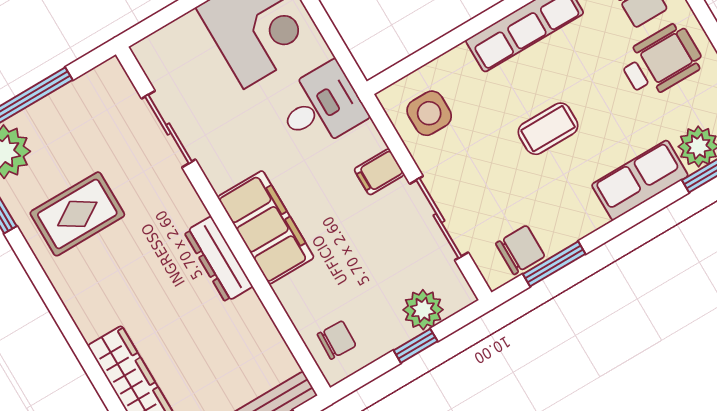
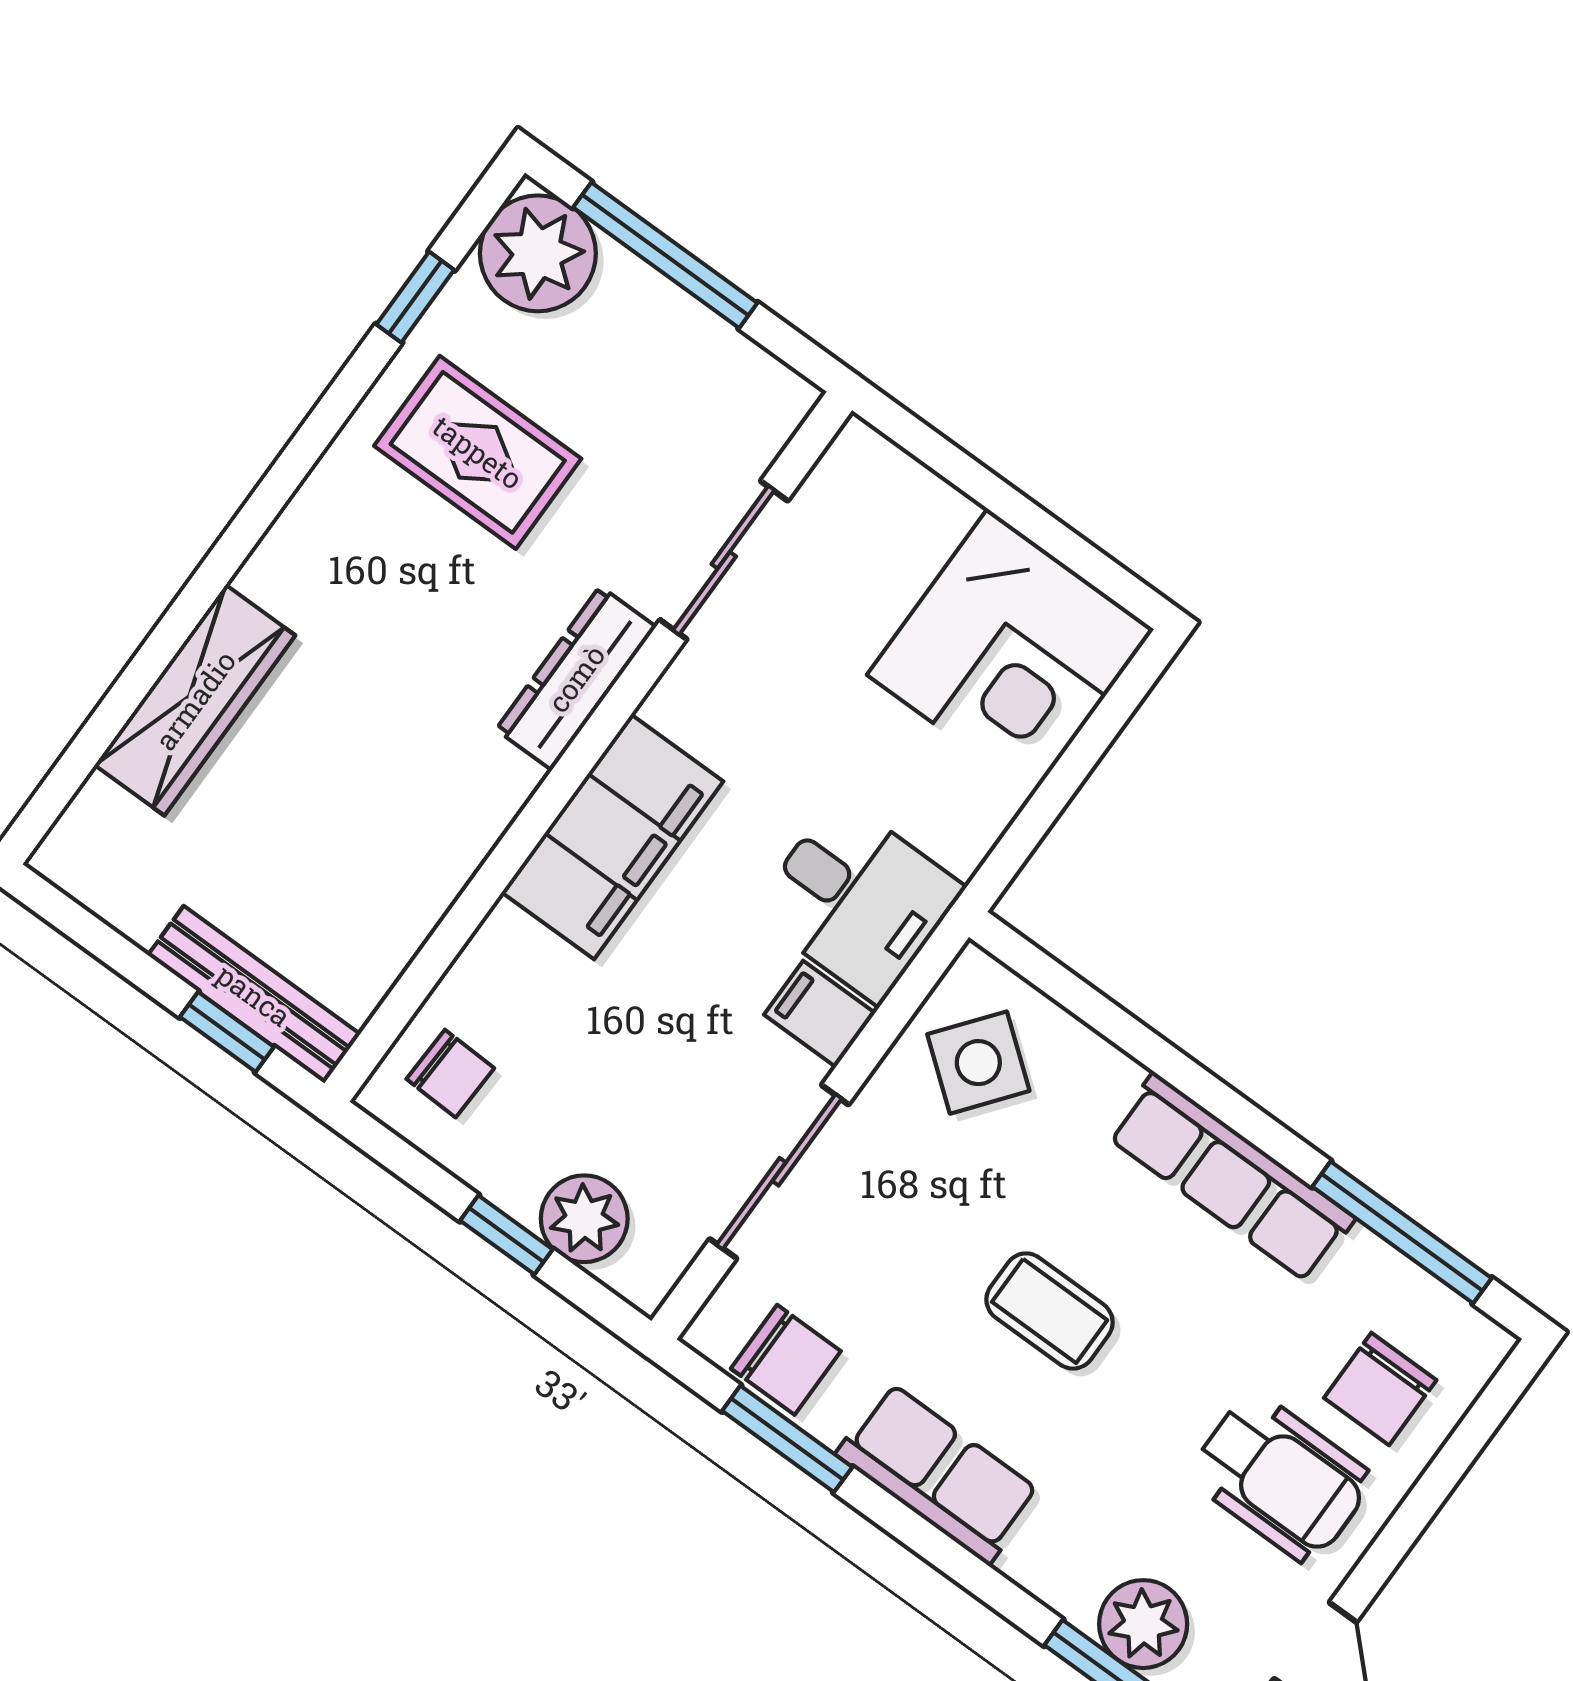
desk: (321, 106) -> (858, 900), moved
side table: (429, 113) -> (978, 1063), turned 38
row of seats: (640, 180) -> (938, 1473), moved
dresser: (218, 259) -> (576, 678), moved

